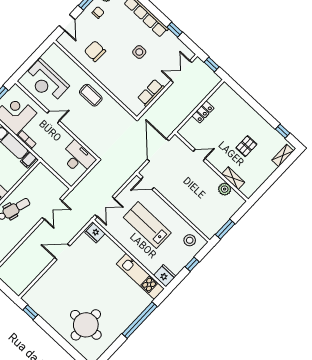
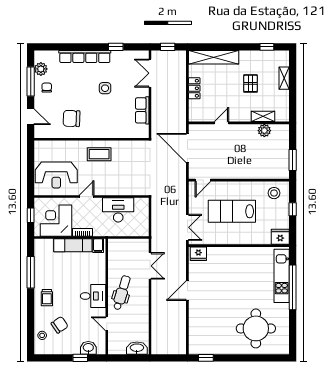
shelving: (238, 103) -> (214, 57), added
shelving: (283, 156) -> (284, 78), moved
desk: (78, 158) -> (118, 210), moved
kitchen unit: (140, 276) -> (282, 276), moved, turned 90

